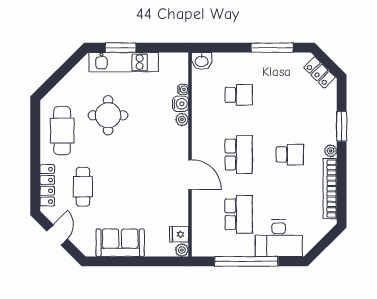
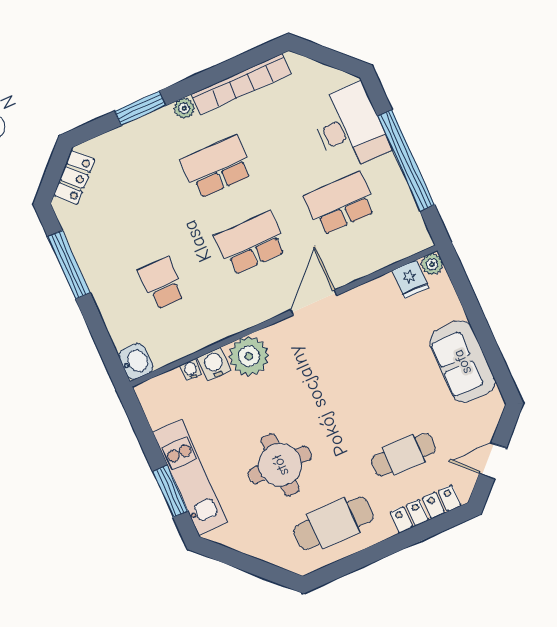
plant: (182, 119) -> (249, 356), width x1.88, depth x1.88
school desk: (290, 155) -> (217, 167), width x1.85

